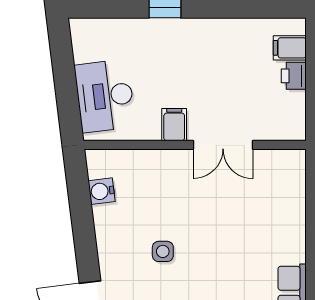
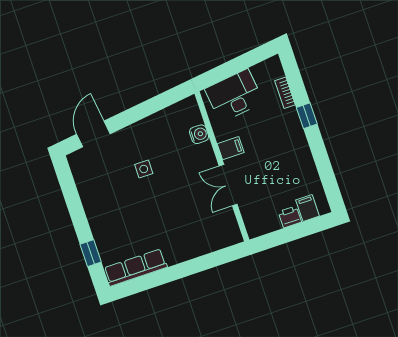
bookcase: (124, 26) -> (285, 93), added
water cooler: (102, 191) -> (199, 134), moved, turned 97

